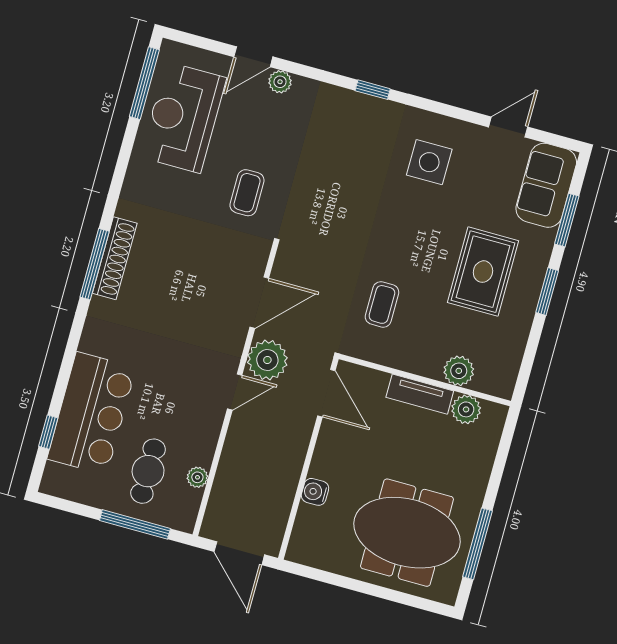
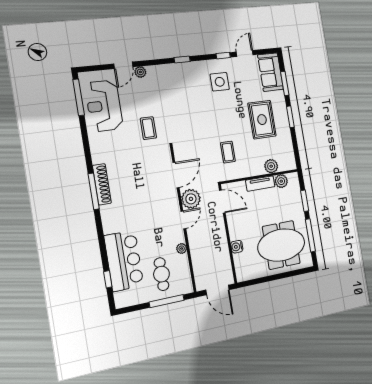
window: (460, 114) -> (223, 56), added
window: (498, 470) -> (305, 201), added
plant: (197, 477) -> (182, 249), moved

